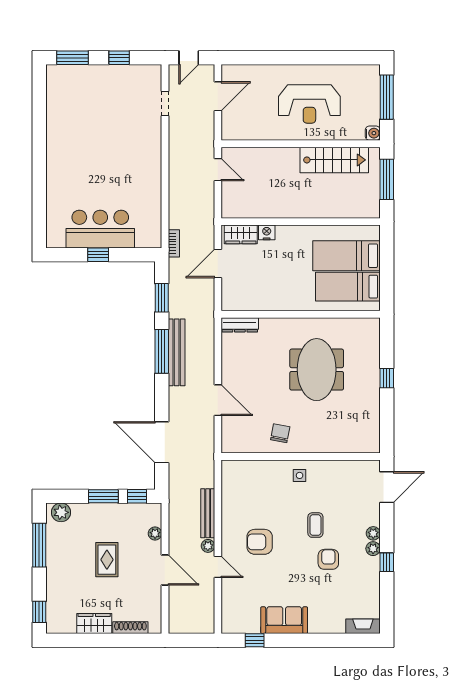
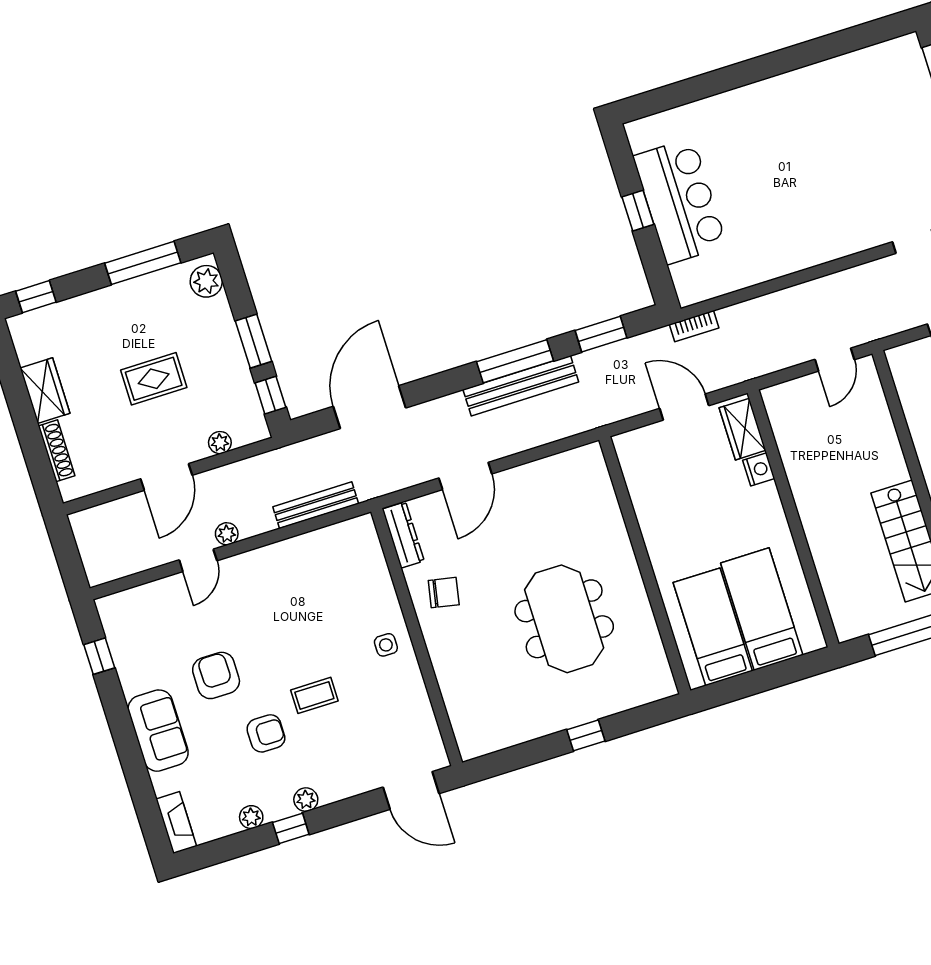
dresser: (240, 325) -> (403, 535), moved, turned 180
meeting table: (317, 370) -> (564, 619), turned 90
bench: (208, 513) -> (316, 505), moved
plant: (373, 533) -> (251, 817), moved
armchair: (260, 542) -> (216, 675), moved
sofa: (284, 620) -> (158, 731), moved

